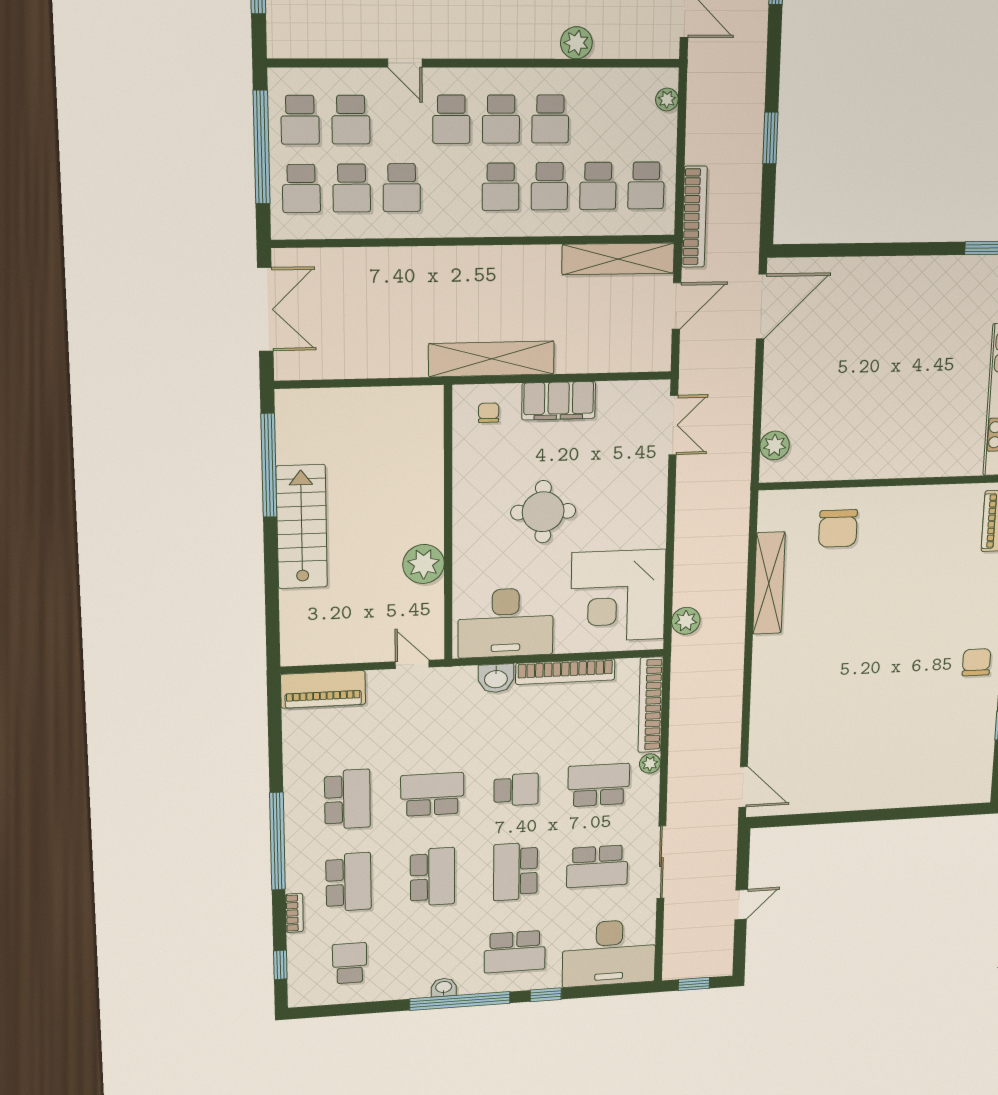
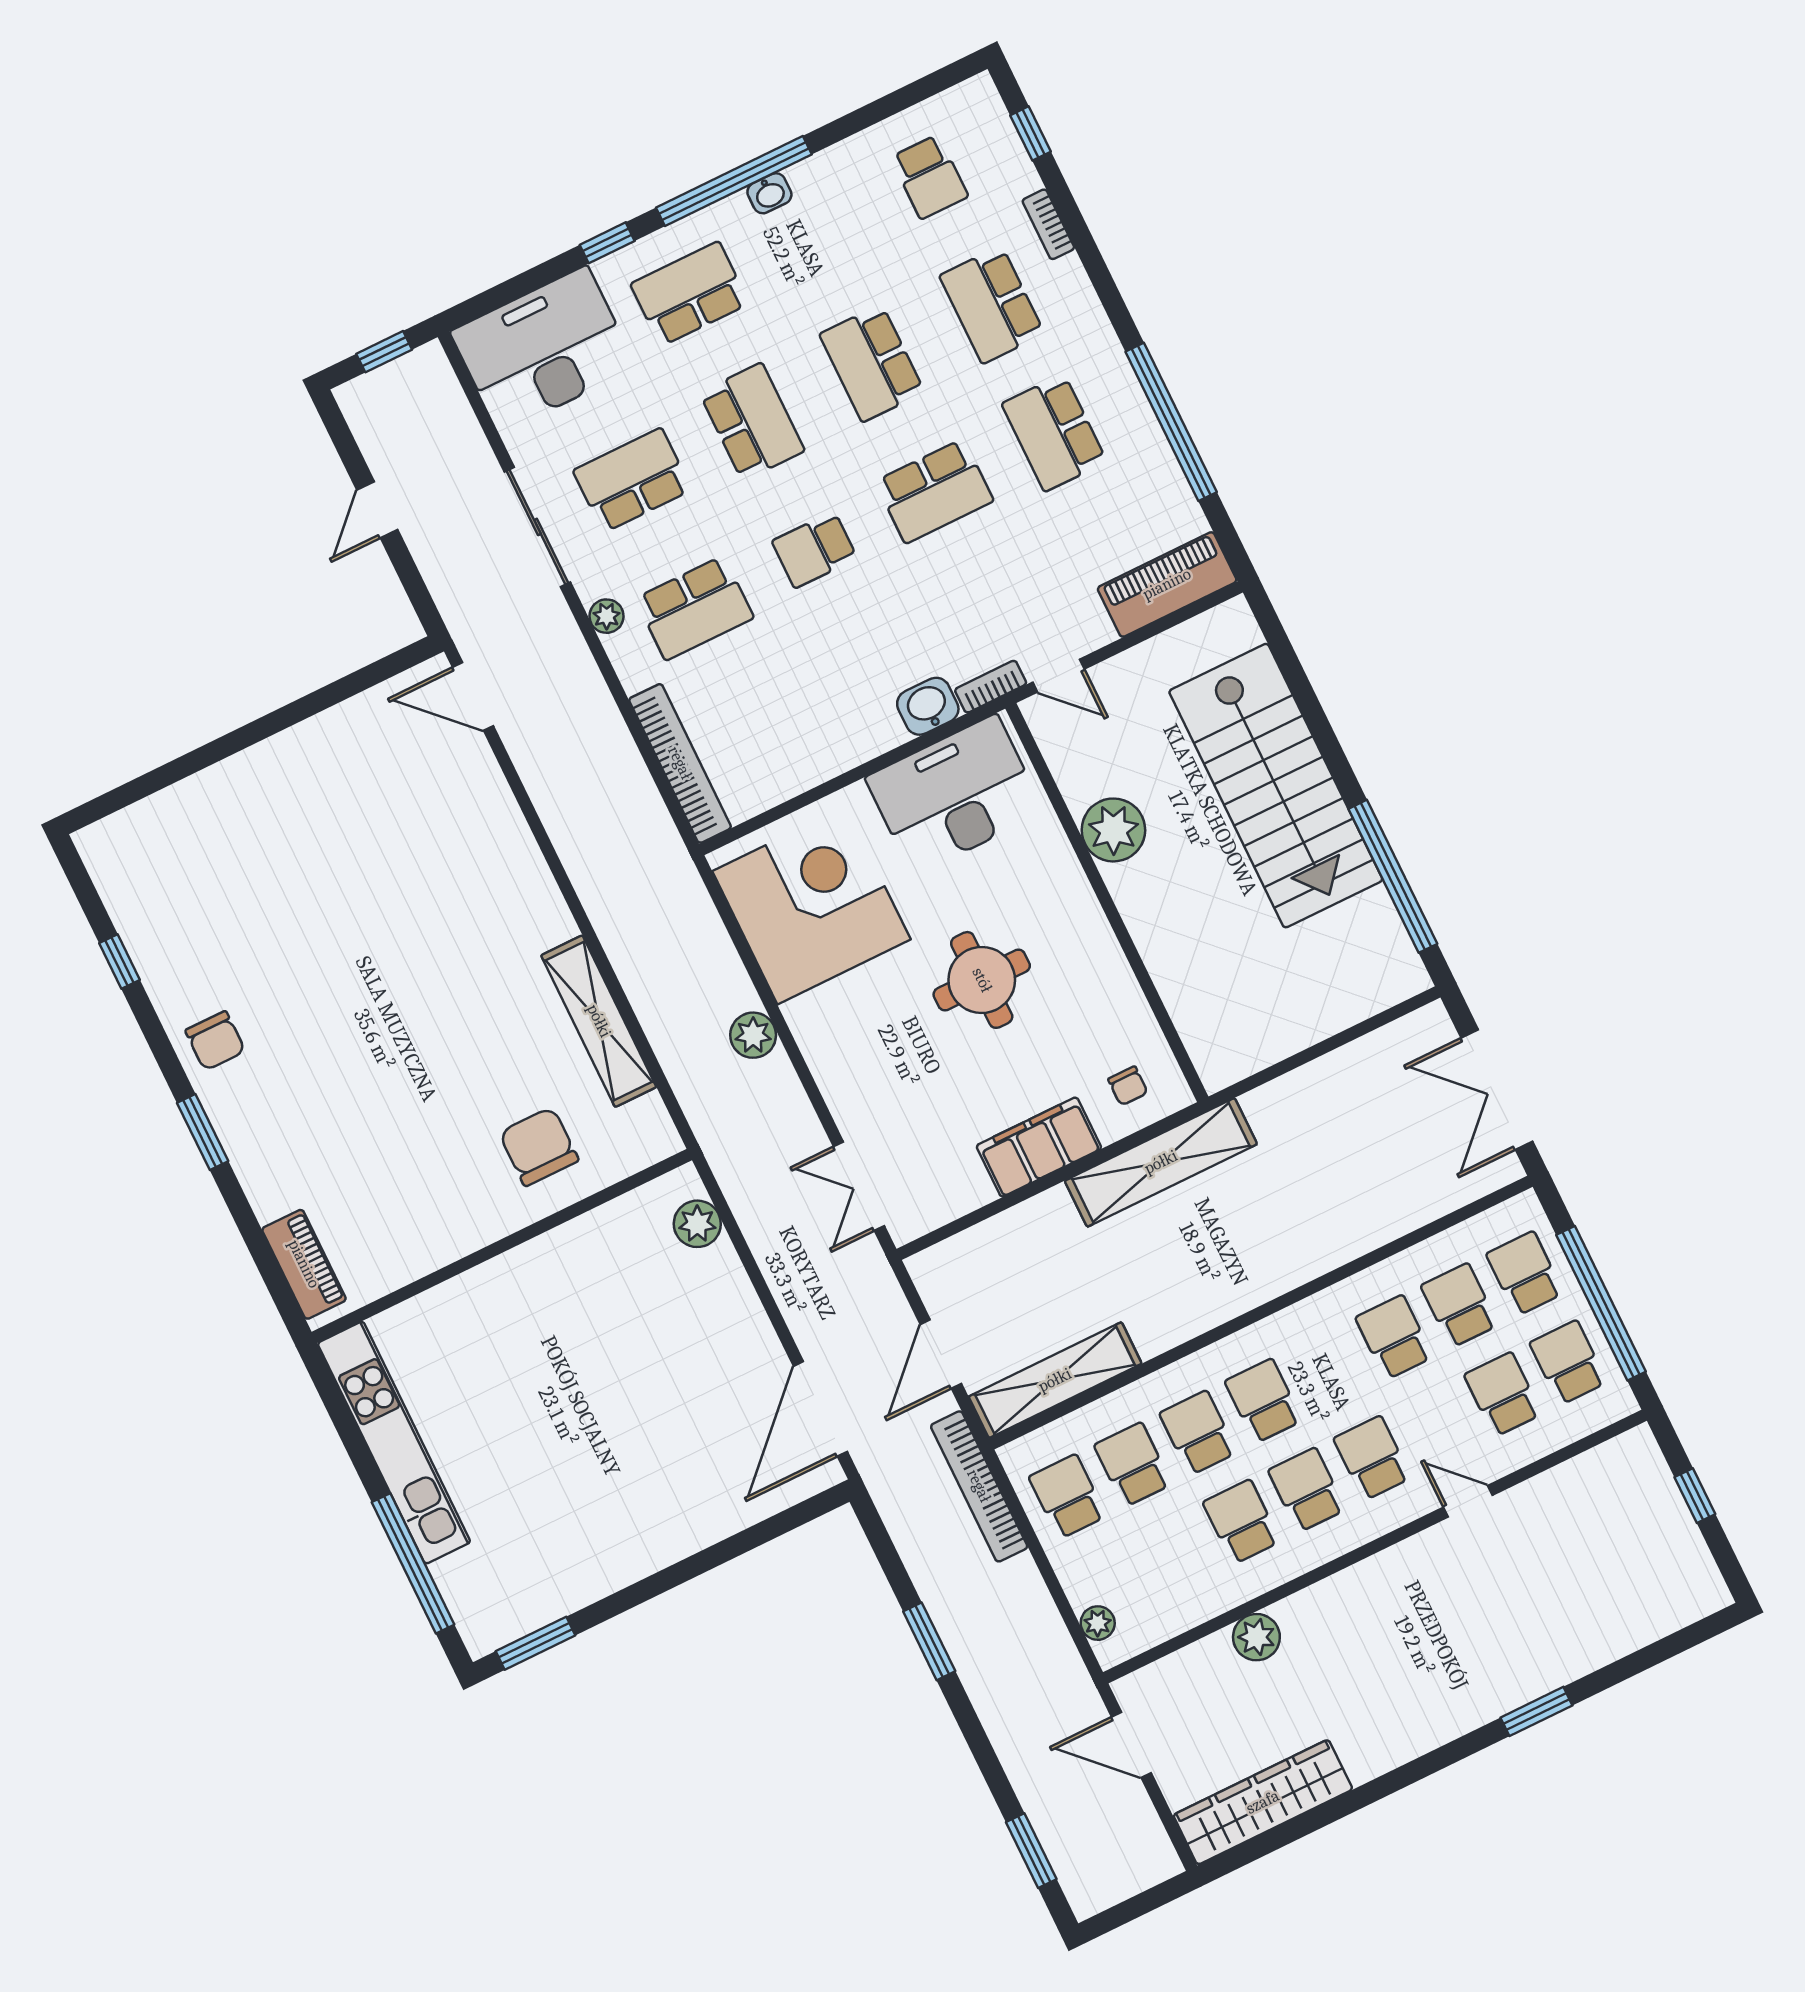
stairs: (302, 527) -> (1276, 786), width x1.36, depth x1.51
plant: (686, 621) -> (753, 1035), moved
bookcase: (565, 672) -> (991, 687), moved, width x0.43, depth x0.76
plant: (650, 763) -> (607, 616), moved
window: (277, 841) -> (1171, 422), moved

